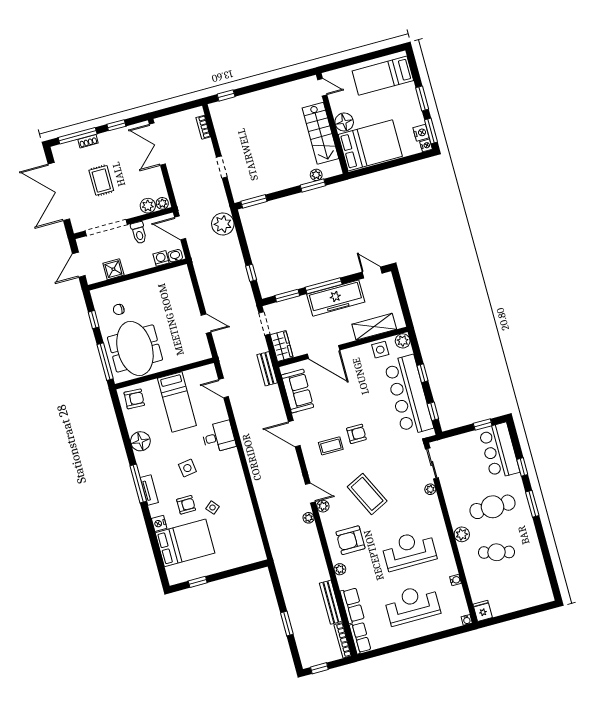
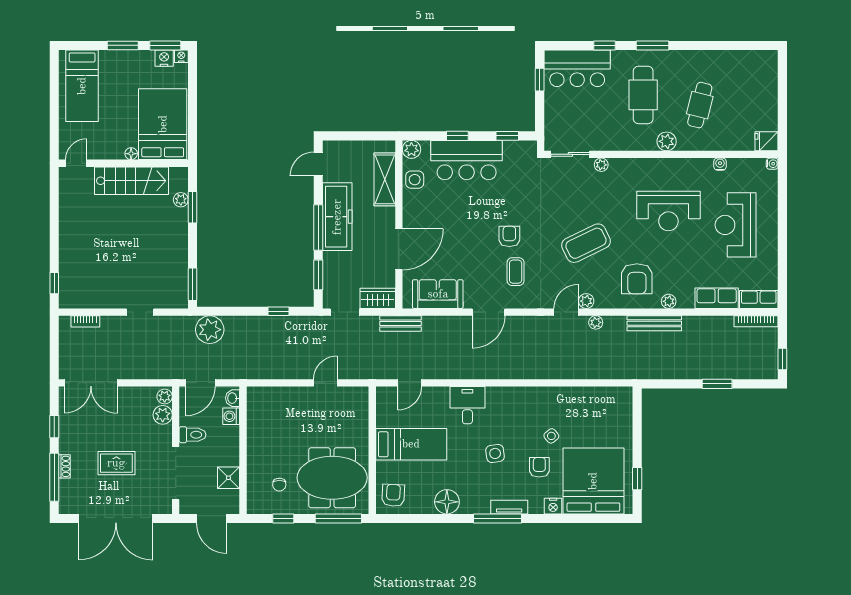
floor lamp: (344, 122) -> (131, 154), width x0.53, depth x0.53
bar counter: (409, 395) -> (467, 160), width x0.73
bed: (185, 543) -> (593, 481), width x1.36
reception desk: (409, 550) -> (668, 211), turned -90
bench: (331, 602) -> (654, 323), moved

